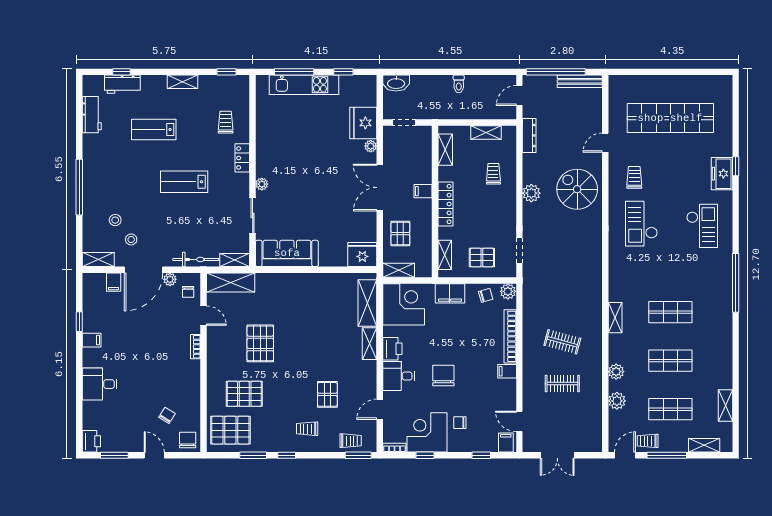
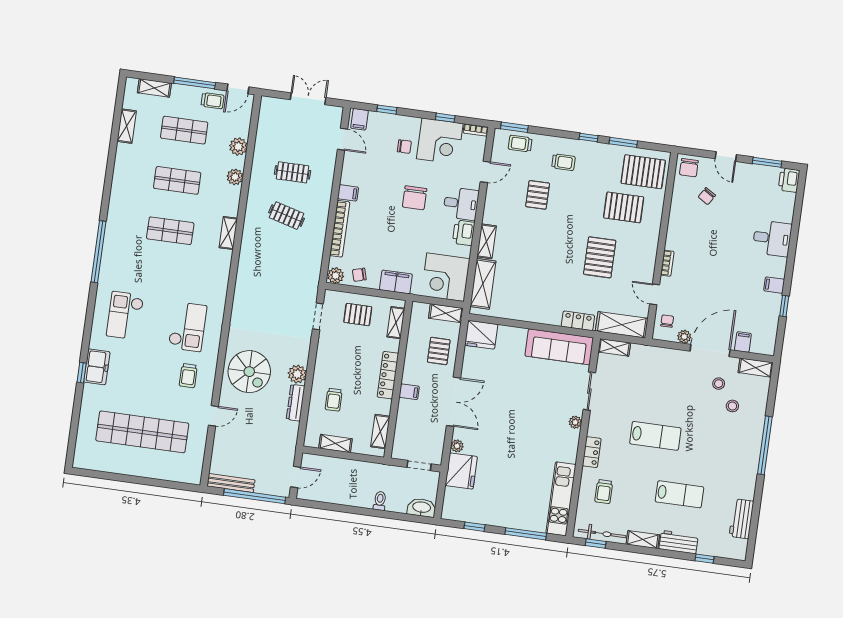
workbench: (122, 84) -> (679, 542), moved
toilet: (459, 84) -> (380, 501), moved
kitchen unit: (304, 85) -> (561, 499), moved, turned -90
dresser: (529, 135) -> (296, 403), moved
bicycle: (196, 259) -> (602, 534), moved, turned 180
locker: (273, 280) -> (578, 321), added

